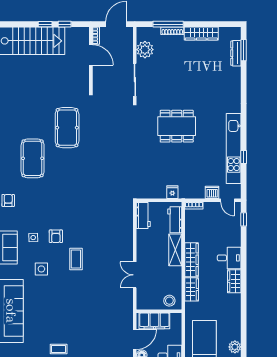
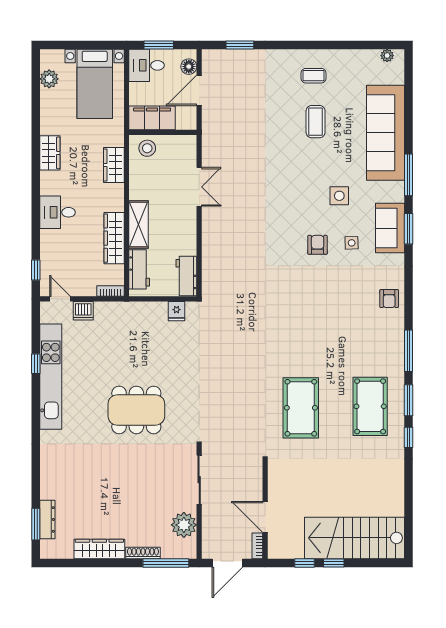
window: (168, 24) -> (166, 563), moved
pool table: (33, 158) -> (370, 406), moved
fridge: (172, 192) -> (176, 311), moved
coffee table: (76, 259) -> (316, 122), moved
wardrobe: (192, 260) -> (114, 238), moved
wardrobe: (234, 281) -> (50, 153), moved
filing cabinet: (154, 321) -> (152, 118), moved

